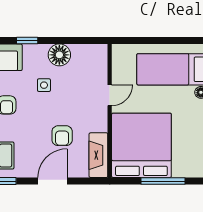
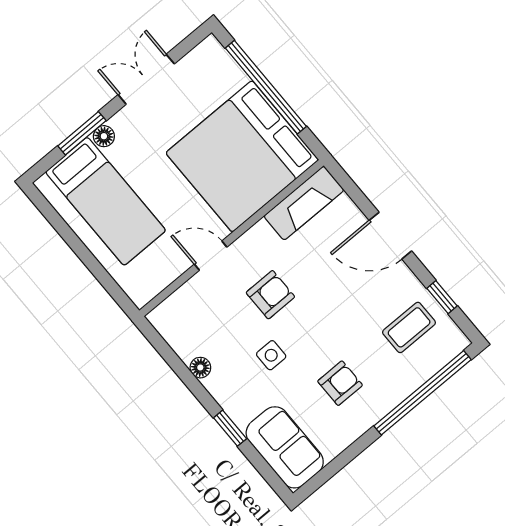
floor lamp: (59, 55) -> (200, 368), width x0.53, depth x0.53
armchair: (62, 136) -> (270, 295), moved
window: (163, 181) -> (266, 87), width x1.46

